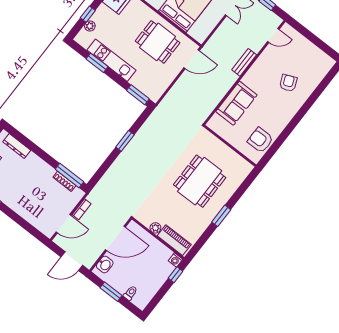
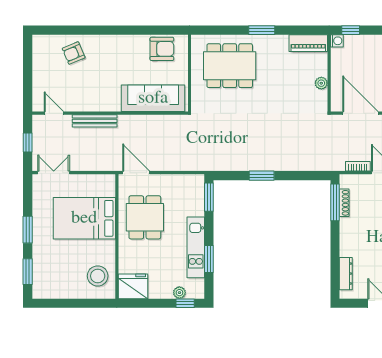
window: (88, 14) -> (185, 303), moved
bench: (244, 62) -> (95, 121), width x1.36
armchair: (288, 83) -> (74, 53), moved
sofa: (236, 103) -> (153, 98), width x1.36
armchair: (260, 140) -> (162, 49), turned -90
dining table: (200, 181) -> (230, 66), moved
piano: (174, 240) -> (308, 43), moved, turned -90

